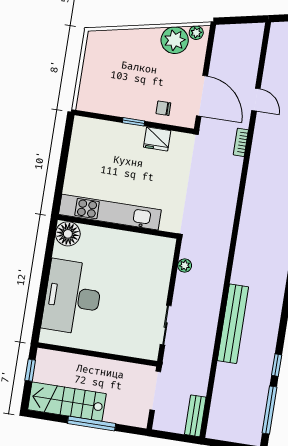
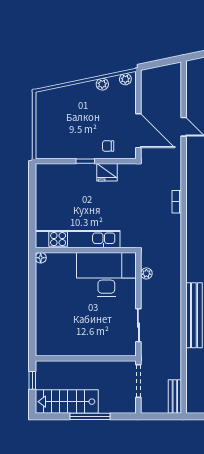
plant: (175, 40) -> (102, 84), width x0.53, depth x0.53
bookcase: (241, 142) -> (177, 202), moved
floor lamp: (68, 234) -> (41, 258), width x0.53, depth x0.53
desk: (72, 297) -> (106, 275), moved, turned 90

